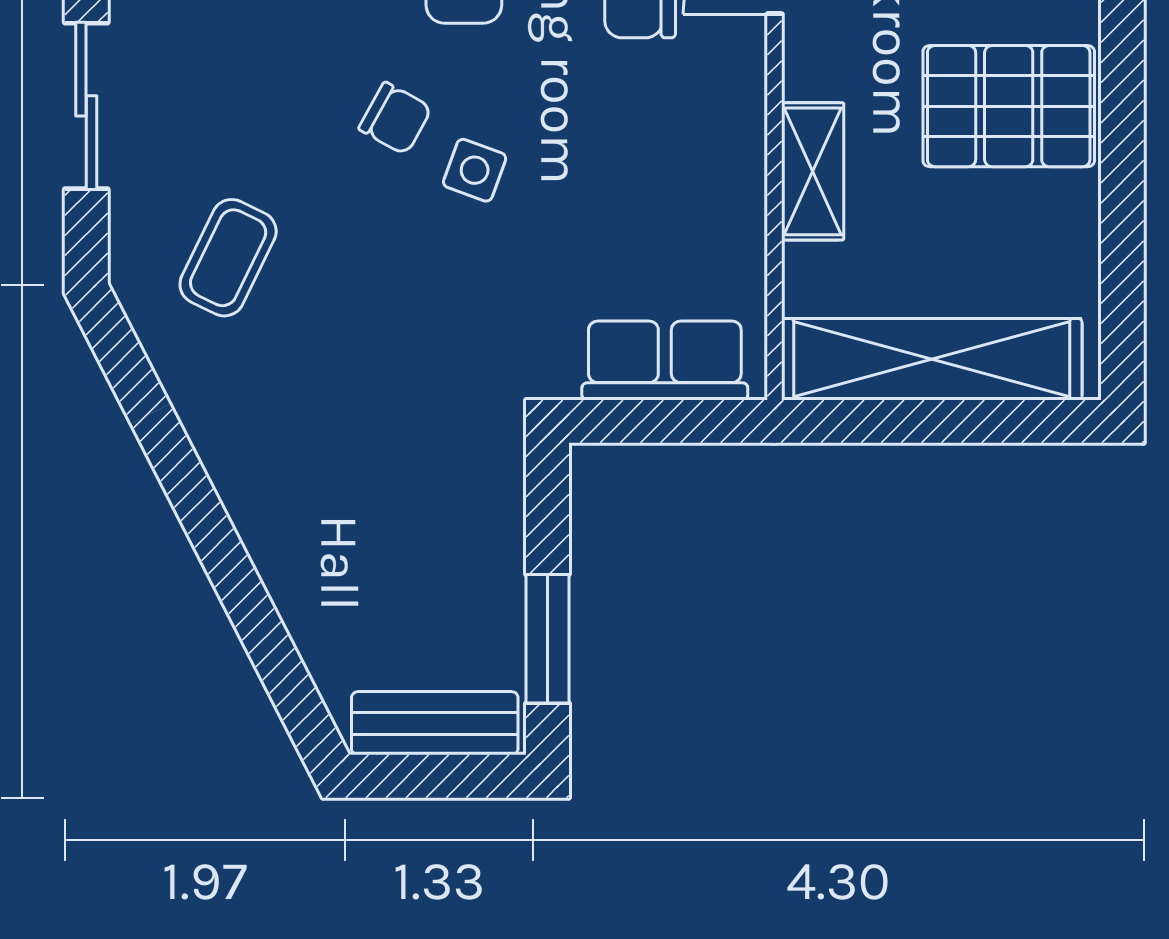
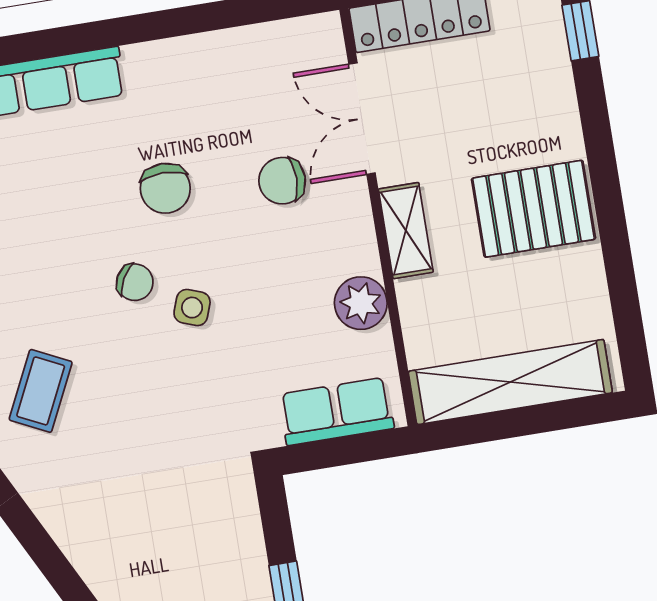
shelving: (813, 171) -> (406, 231), moved
plant: (728, 205) -> (361, 303), added

